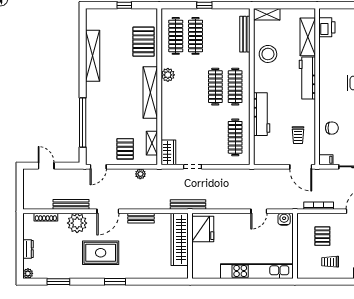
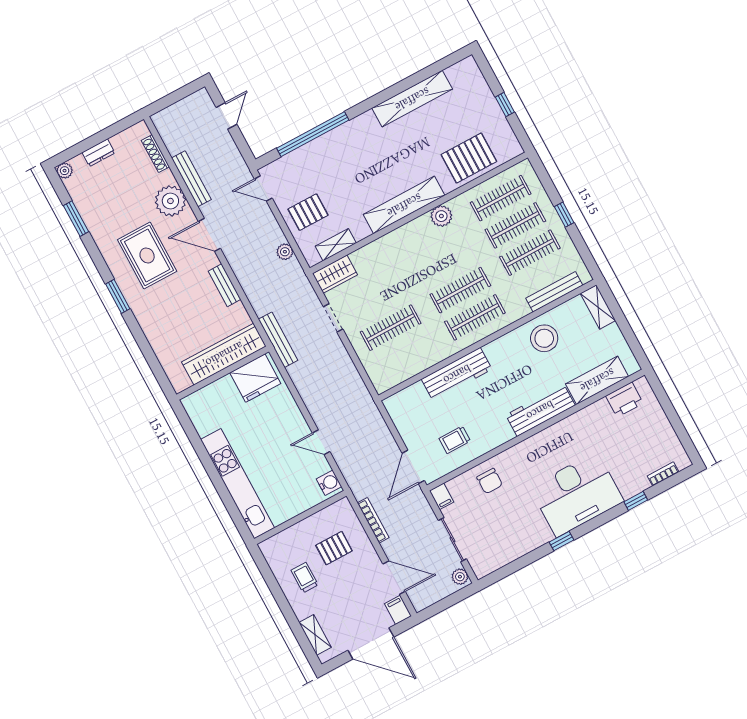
clothes rail: (215, 36) -> (530, 253), added
clothes rail: (235, 137) -> (391, 328), moved

